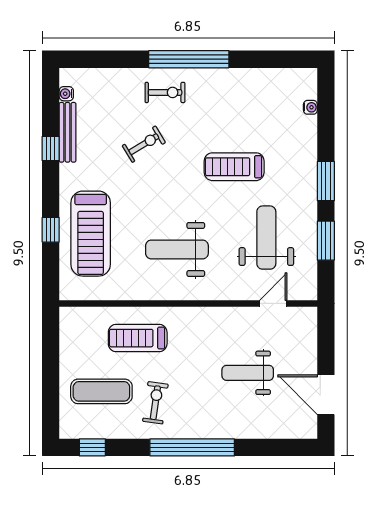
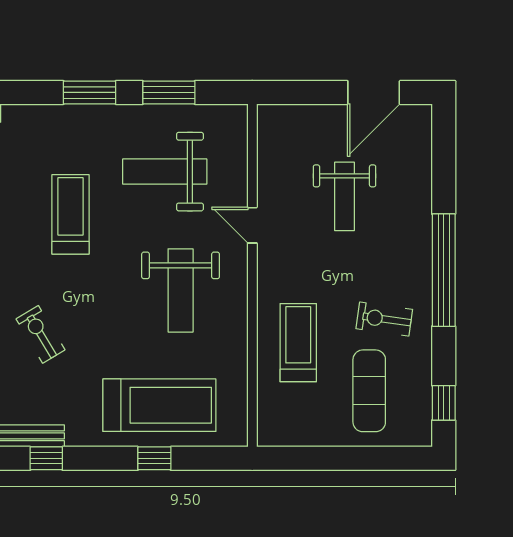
treadmill: (234, 167) -> (71, 214), turned 180
door: (273, 303) -> (252, 225), moved
treadmill: (138, 338) -> (298, 343), turned 180

